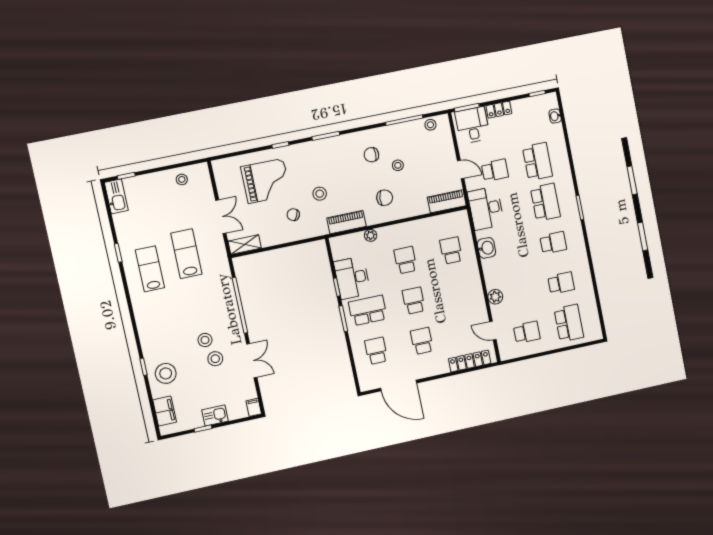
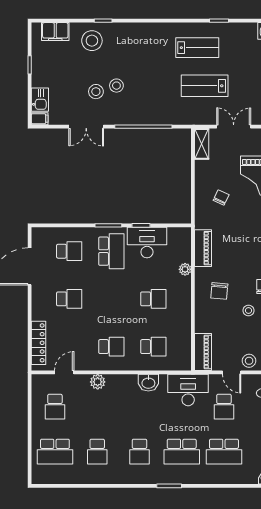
door: (461, 170) -> (232, 372), hinge flipped
stool: (320, 194) -> (249, 361), moved
double door: (221, 217) -> (234, 127), swing flipped
lab bench: (186, 254) -> (205, 86), turned 180
school desk: (414, 301) -> (111, 347), moved
kitchen sink: (215, 416) -> (40, 100), moved

